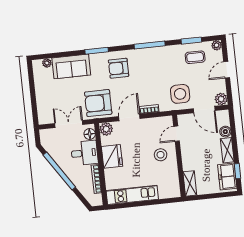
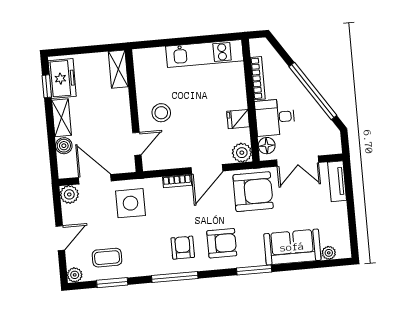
armchair: (145, 65) -> (183, 248), added
tv unit: (42, 111) -> (337, 181), added
fridge: (112, 156) -> (238, 119), width x0.53, depth x0.75

